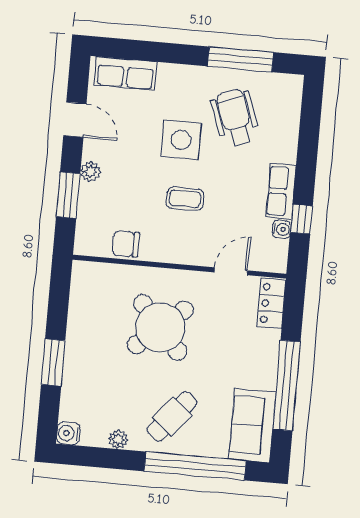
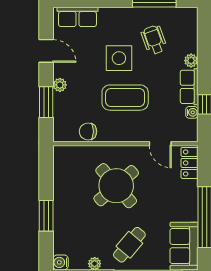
wheelchair: (235, 117) -> (154, 40), width x0.73, depth x0.73
plant: (287, 153) -> (191, 61), added
coffee table: (185, 199) -> (125, 98), width x1.86, depth x1.72
door: (231, 271) -> (160, 144), swing flipped

